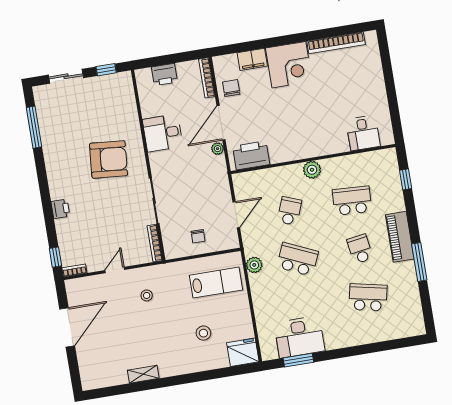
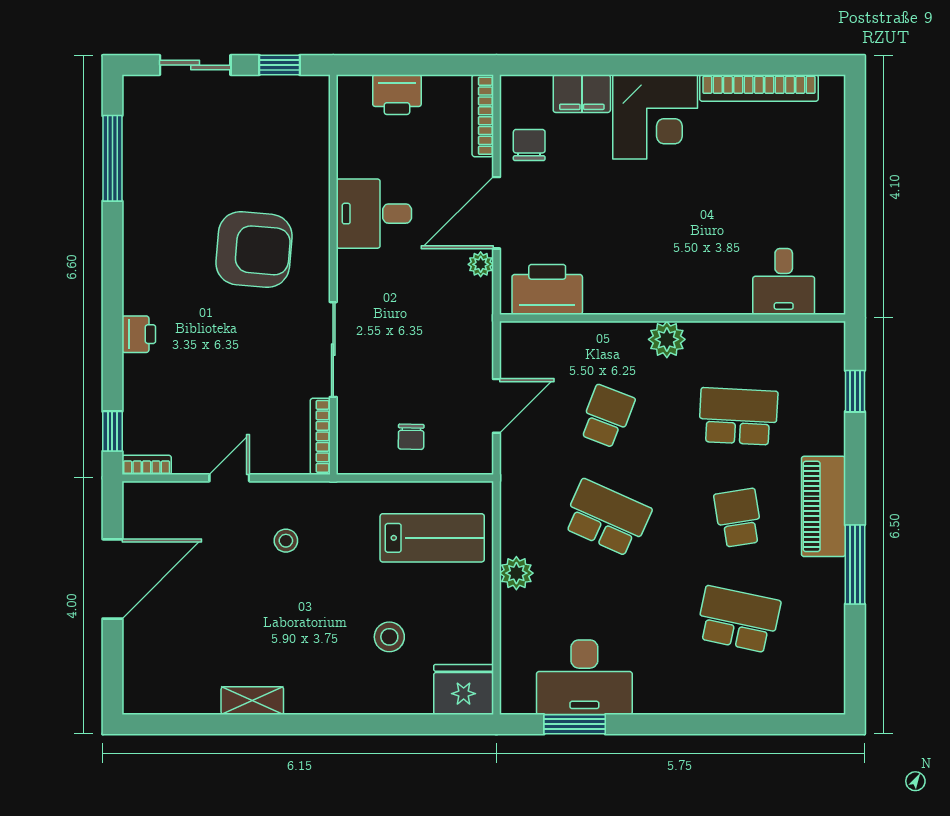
plant: (254, 265) -> (516, 573), moved

